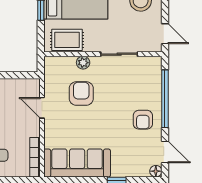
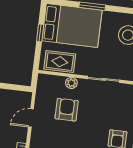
door: (42, 108) -> (31, 118), hinge flipped

